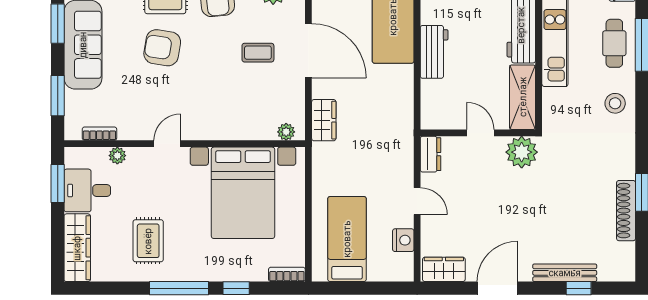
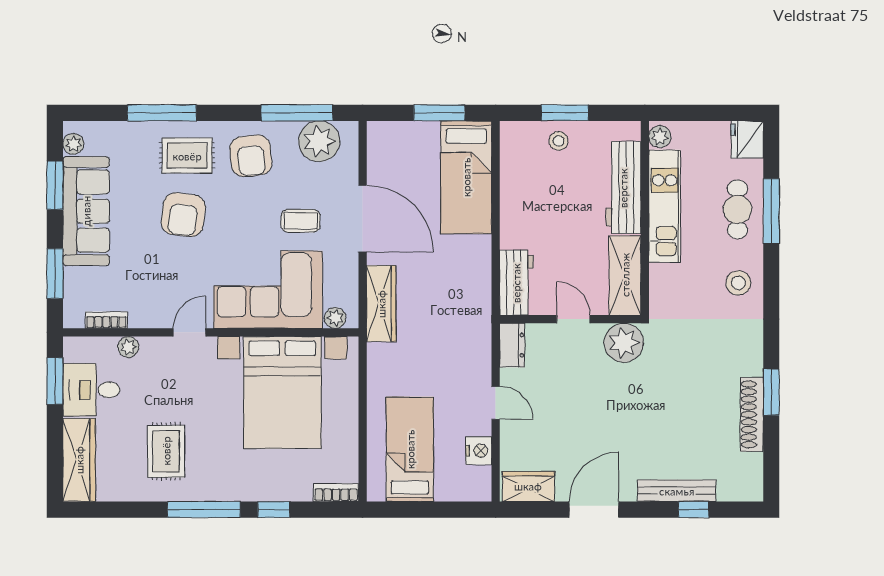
armchair: (162, 48) -> (183, 215), turned -92
workbench: (434, 52) -> (516, 283), moved
corner sofa: (231, 109) -> (268, 290), added
wardrobe: (324, 120) -> (381, 304), width x1.50

